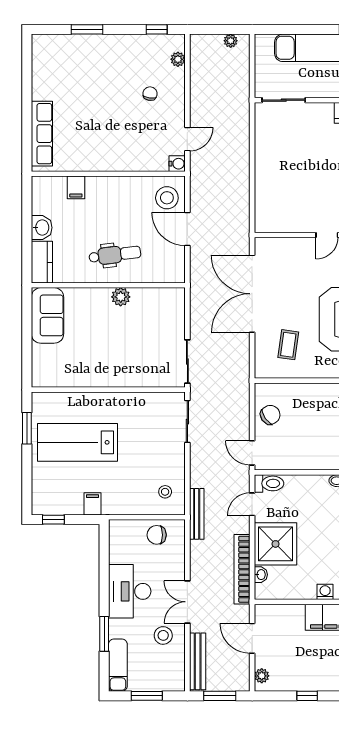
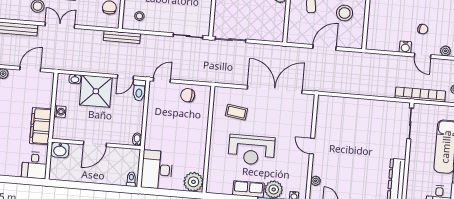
door: (187, 139) -> (423, 56), moved
water cooler: (177, 164) -> (405, 47), moved
stool: (167, 198) -> (345, 13), moved
chair: (270, 415) -> (188, 95), turned 131
door: (252, 504) -> (125, 77), swing flipped
bookcase: (242, 569) -> (420, 95), moved
washing machine: (325, 592) -> (60, 112), moved

